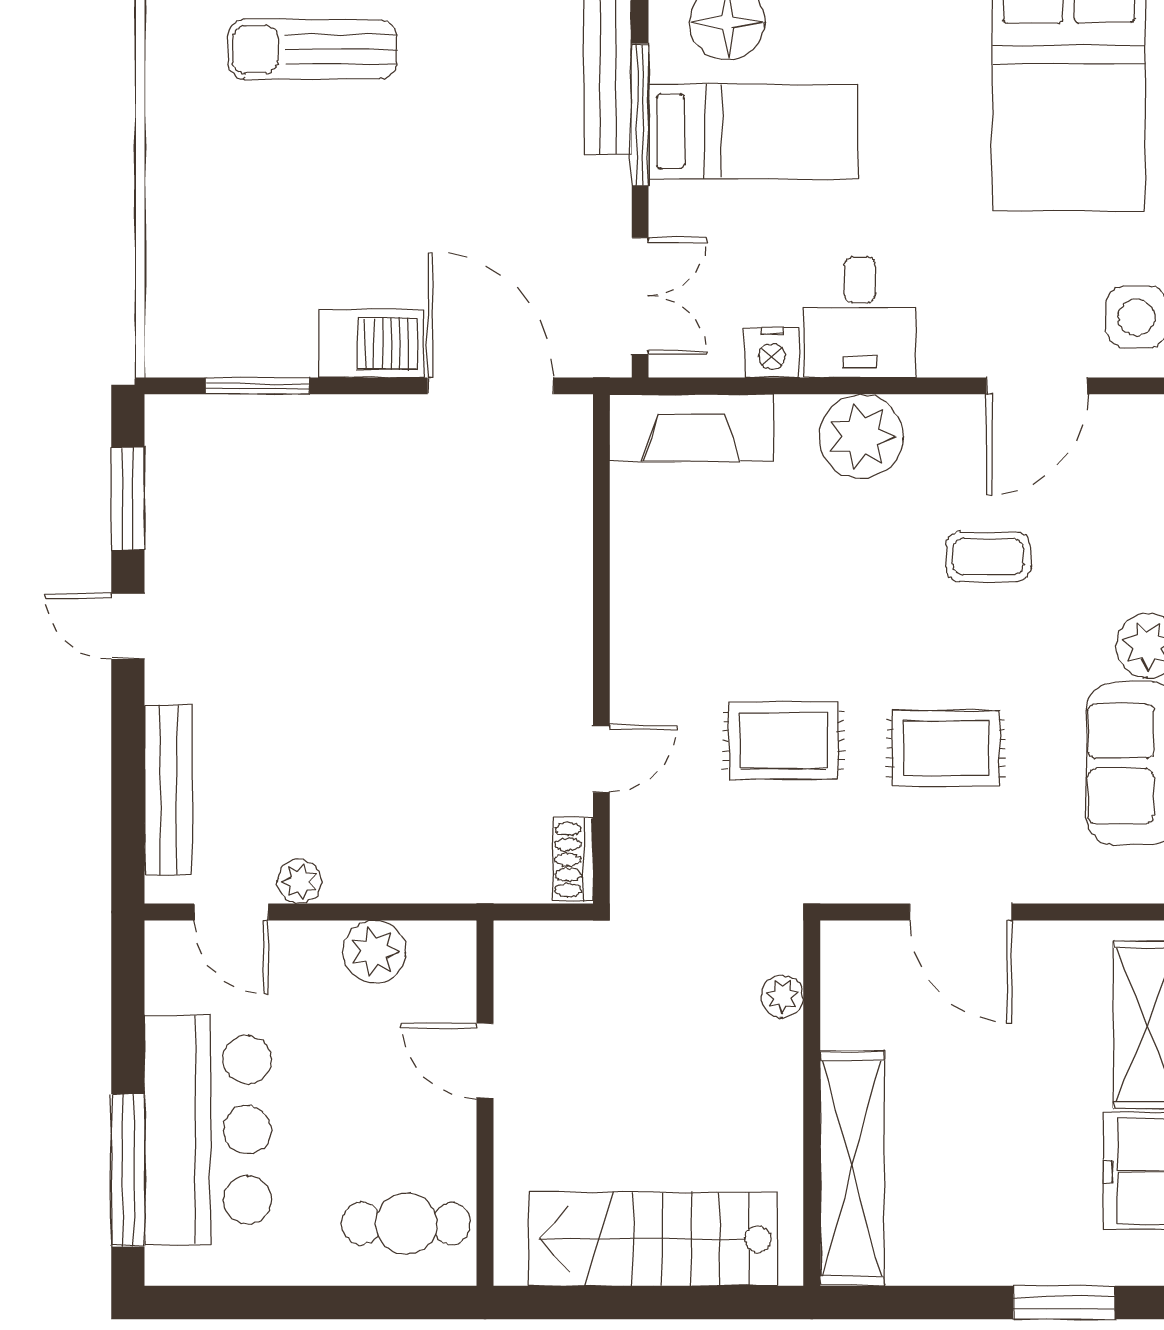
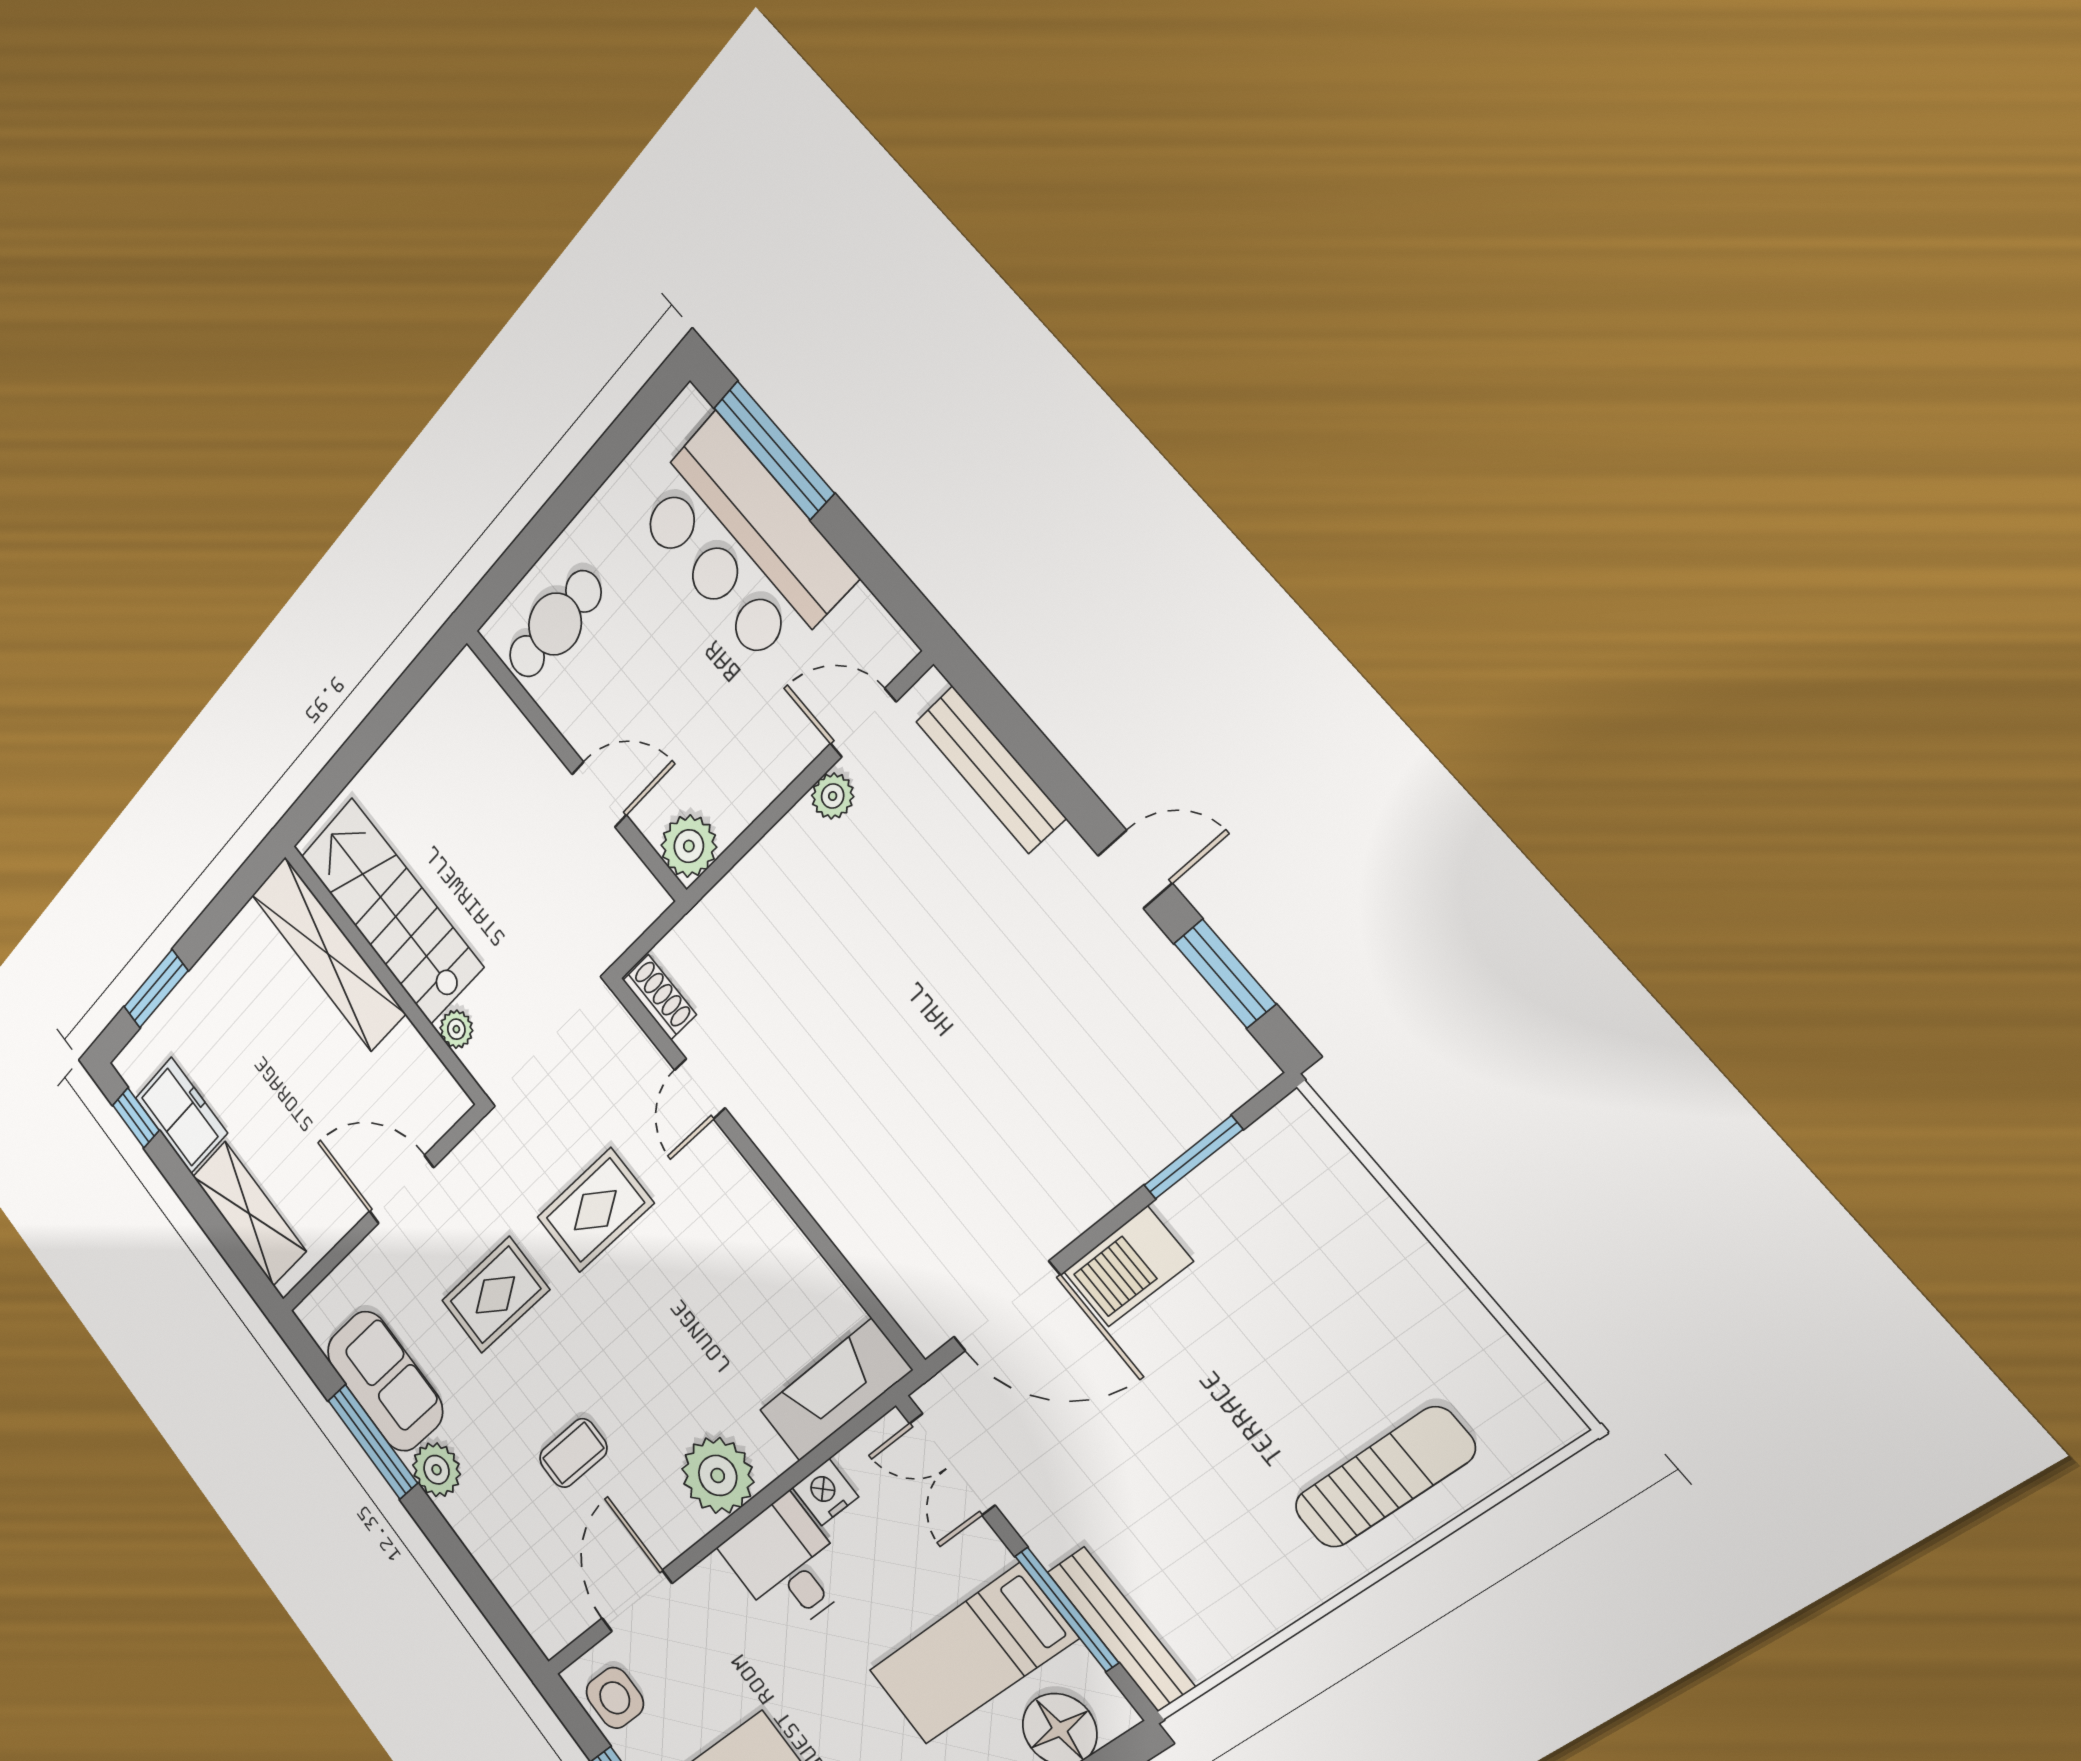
plant: (374, 952) -> (689, 846), moved
stairs: (653, 1239) -> (391, 911), moved, turned -90

